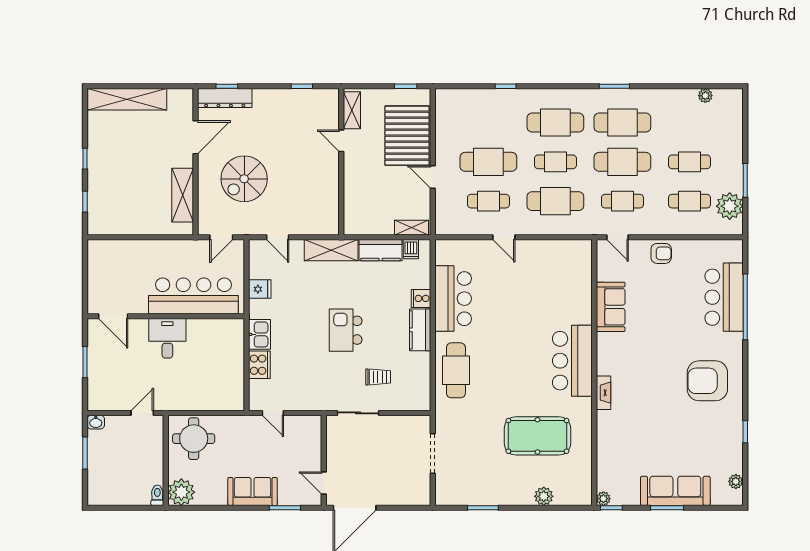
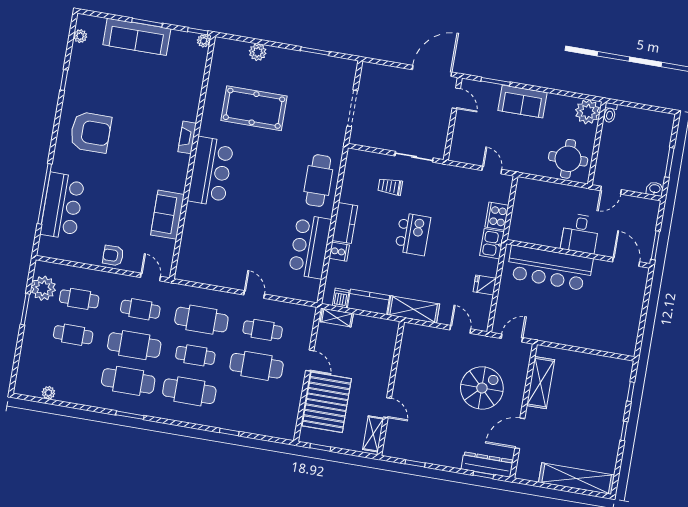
bar counter: (193, 296) -> (550, 268), moved
door: (113, 316) -> (626, 262), moved
wall: (166, 316) -> (578, 254), moved
desk: (167, 338) -> (580, 233), moved

